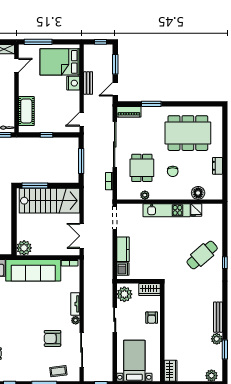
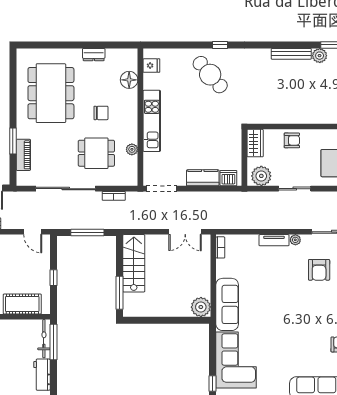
piano: (129, 112) -> (23, 155), moved
stairs: (49, 201) -> (134, 263), width x0.73, depth x0.66
fridge: (196, 210) -> (151, 66), moved
sofa: (33, 270) -> (227, 304), width x0.74, depth x0.79

